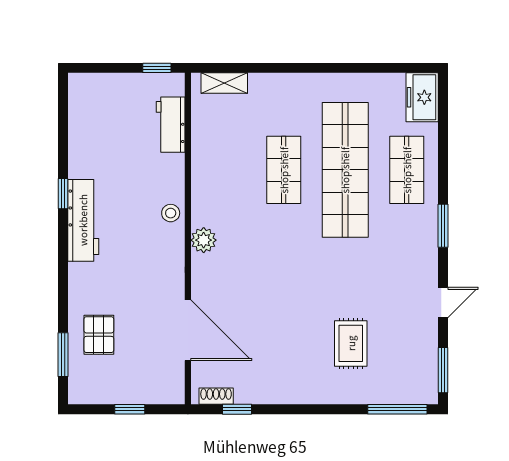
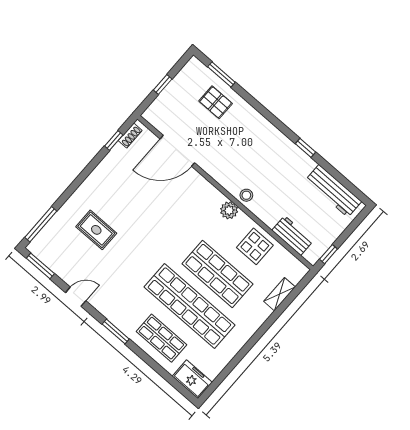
shelving: (224, 83) -> (280, 294), moved
display table: (218, 155) -> (255, 246), added
shop shelf: (284, 170) -> (217, 274), width x1.43, depth x1.36
workbench: (83, 220) -> (333, 191), moved
plant: (204, 240) -> (229, 210), moved
door: (443, 302) -> (76, 297), swing flipped

